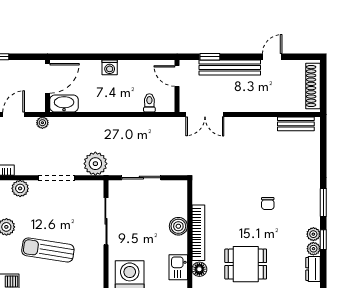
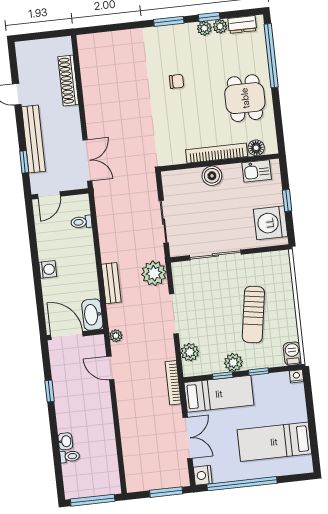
shoe rack: (313, 86) -> (68, 81), moved, turned 90
bench: (296, 124) -> (111, 283), moved

